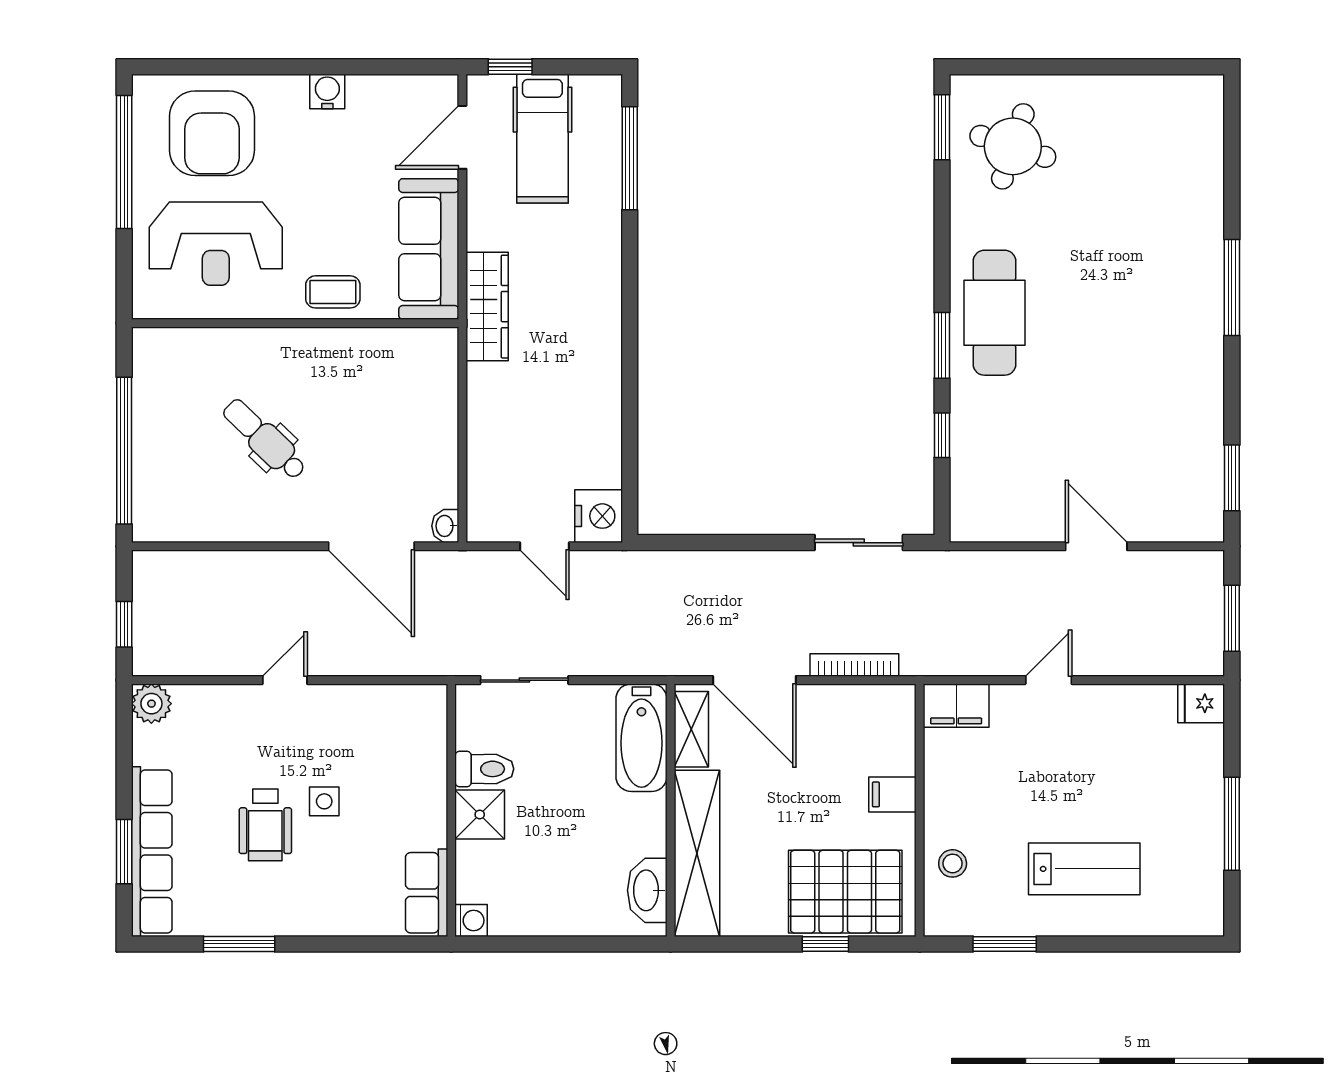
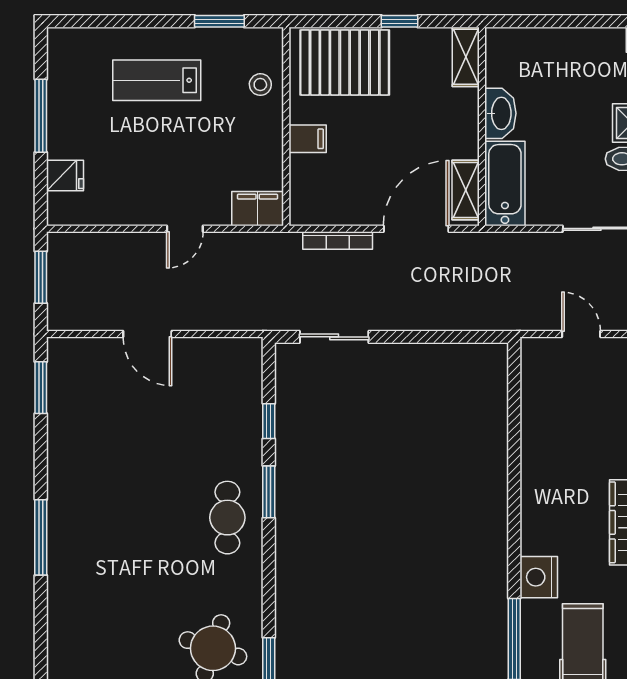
cafe table: (994, 313) -> (227, 518), width x0.73, depth x0.74
nightstand: (599, 516) -> (539, 577), moved
door: (754, 680) -> (416, 229), hinge flipped
fridge: (1201, 703) -> (65, 176), moved
shelving: (697, 853) -> (466, 57), width x0.45, depth x0.75
washbasin: (647, 890) -> (500, 113), moved
window: (825, 944) -> (399, 21), moved

